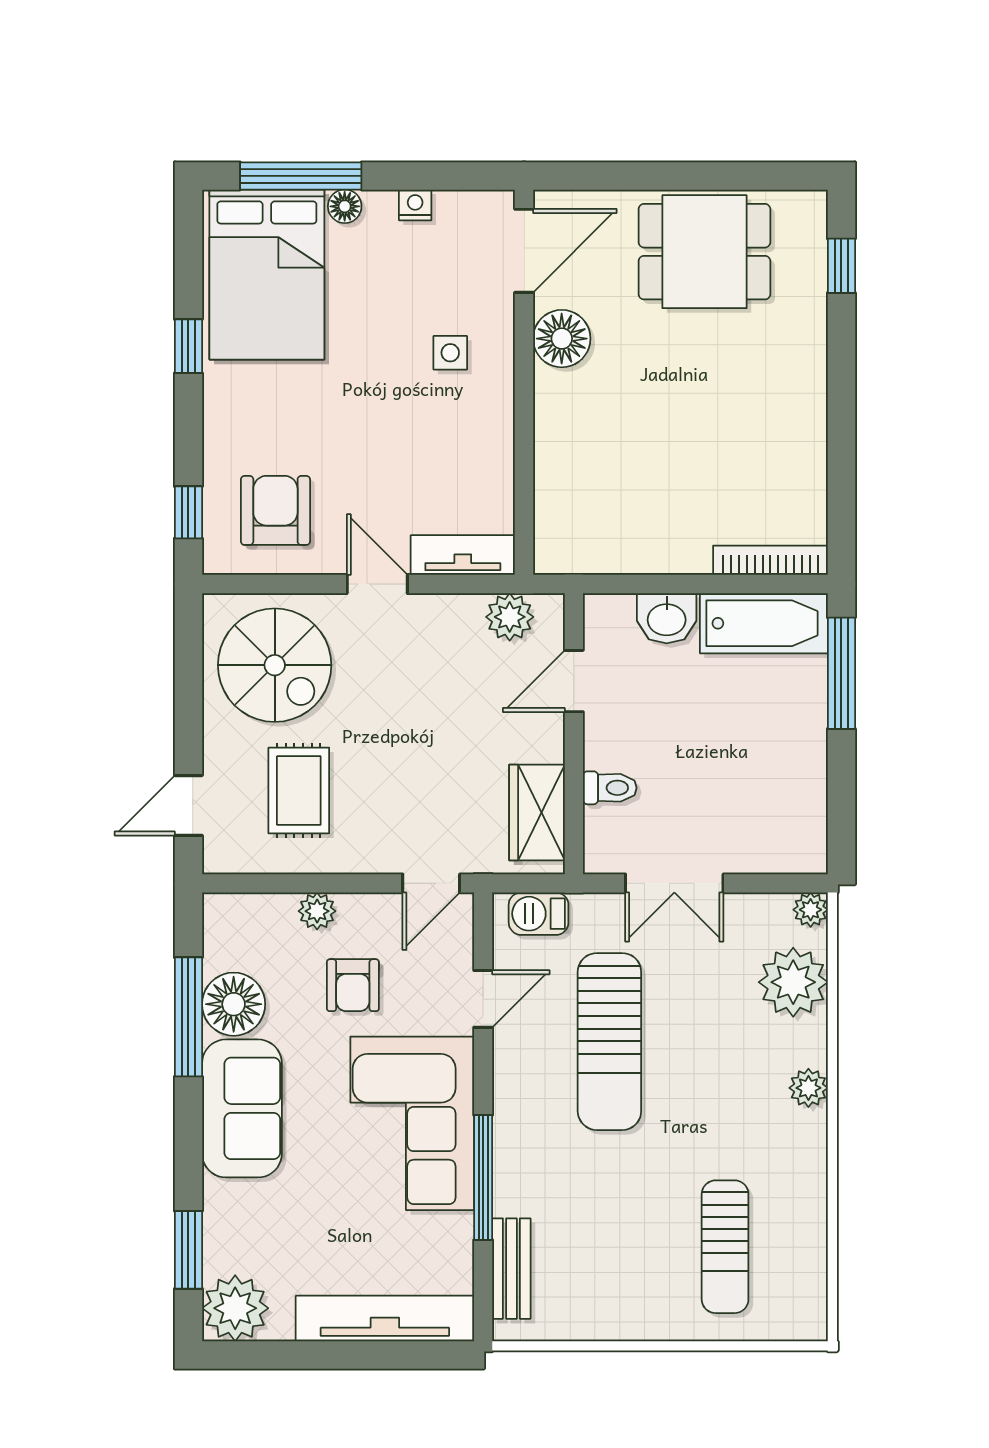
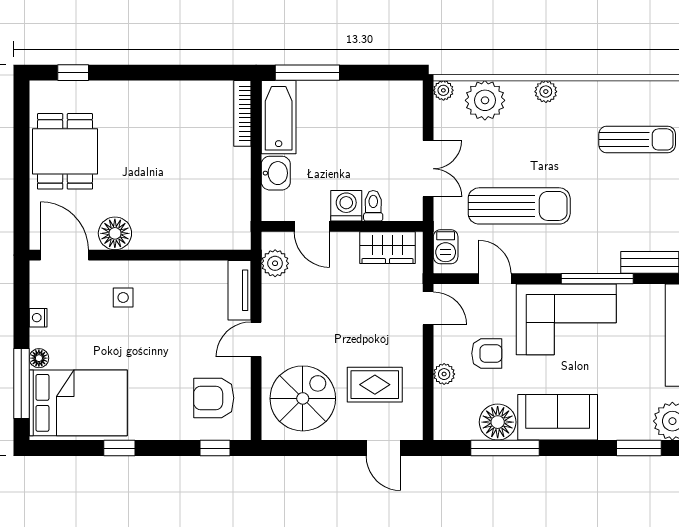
washing machine: (610, 741) -> (346, 206), added

